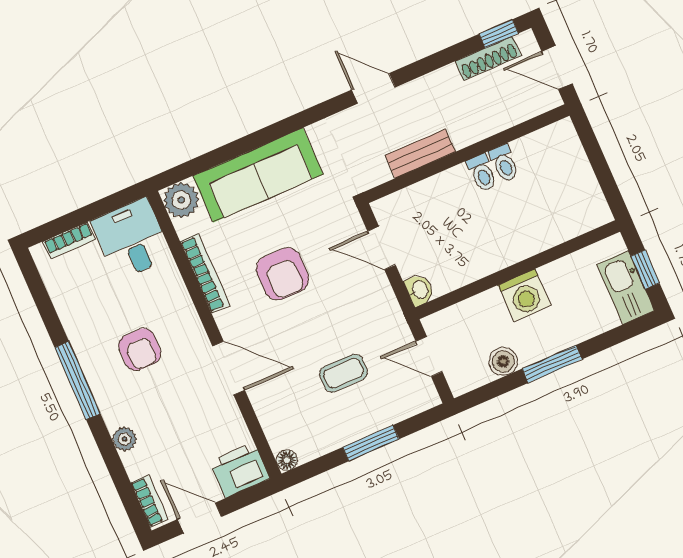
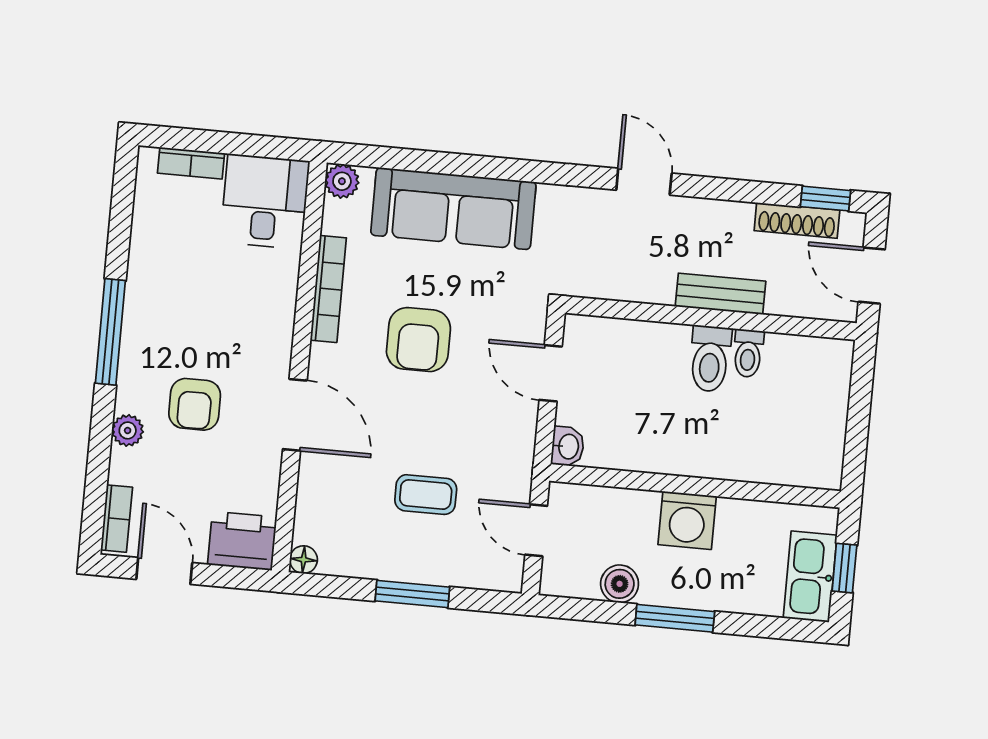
bench: (420, 154) -> (721, 294), moved
toilet: (482, 173) -> (710, 359), width x1.37, depth x1.39
plant: (181, 200) -> (342, 181), width x0.73, depth x0.73
armchair: (140, 349) -> (195, 404), moved

